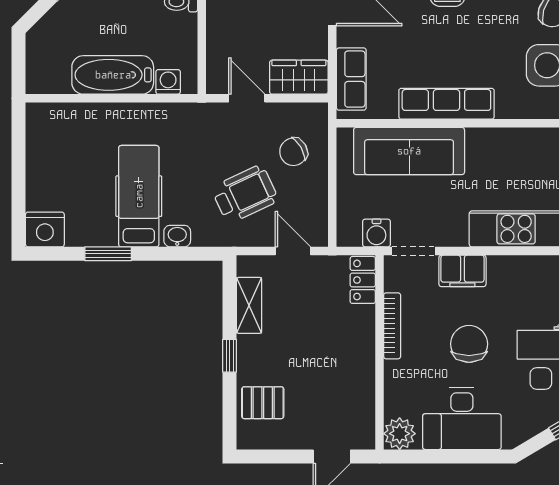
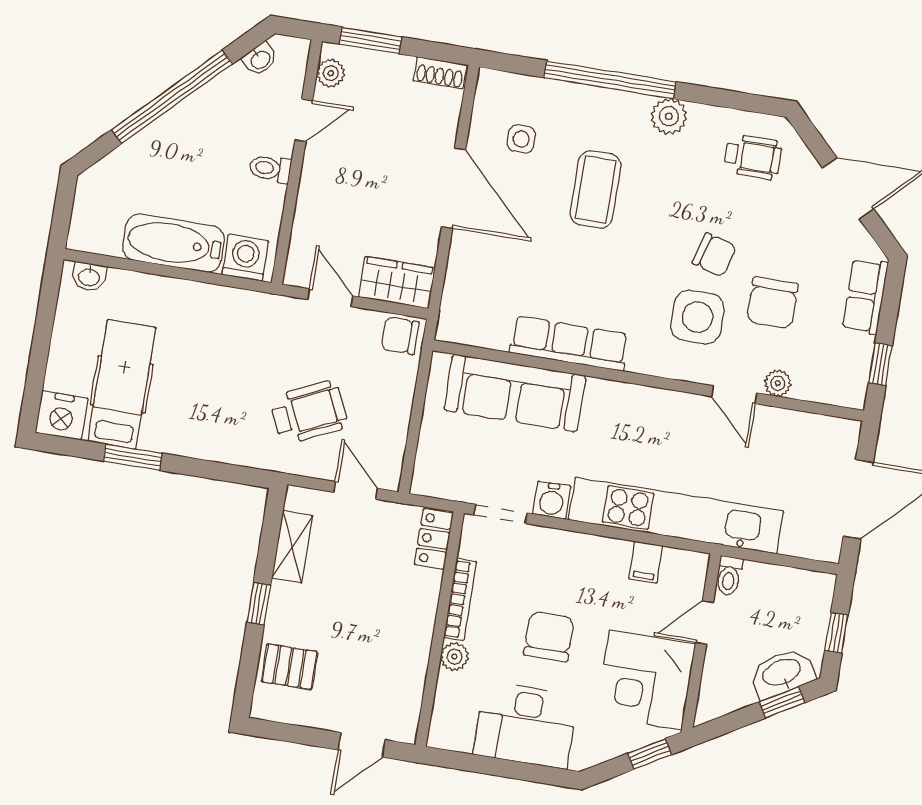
row of seats: (351, 79) -> (460, 295), removed
washing machine: (168, 82) -> (245, 258), width x1.38, depth x1.38
chair: (293, 152) -> (400, 336), moved, turned 30
hospital bed: (139, 196) -> (122, 384), moved
water cooler: (376, 233) -> (552, 500), moved
washbasin: (177, 236) -> (89, 277), moved, turned 180
filing cabinet: (462, 271) -> (646, 562), moved, width x0.50
plant: (400, 434) -> (455, 657), moved, width x0.73, depth x0.73

